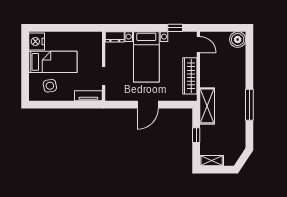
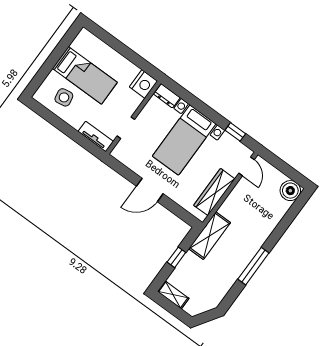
nightstand: (37, 42) -> (143, 84), moved, turned 180

